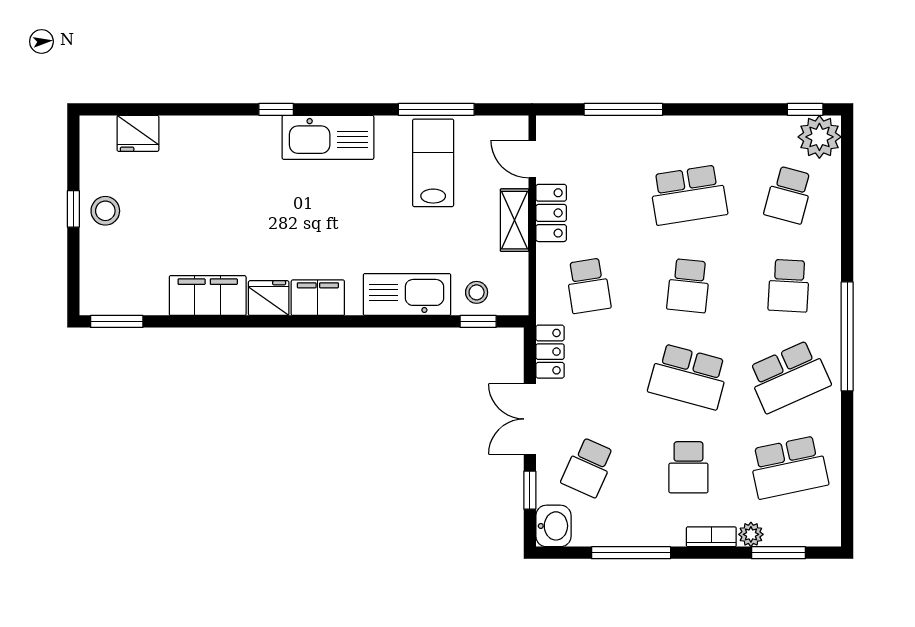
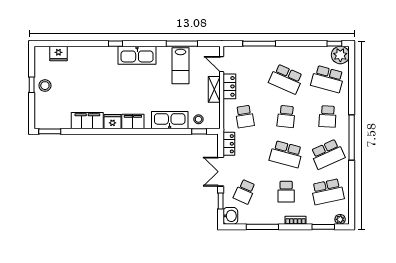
lab bench: (433, 163) -> (181, 66), turned 180
school desk: (688, 195) -> (286, 79), turned 33
school desk: (789, 195) -> (328, 79), width x1.85
plant: (751, 534) -> (340, 219), moved

